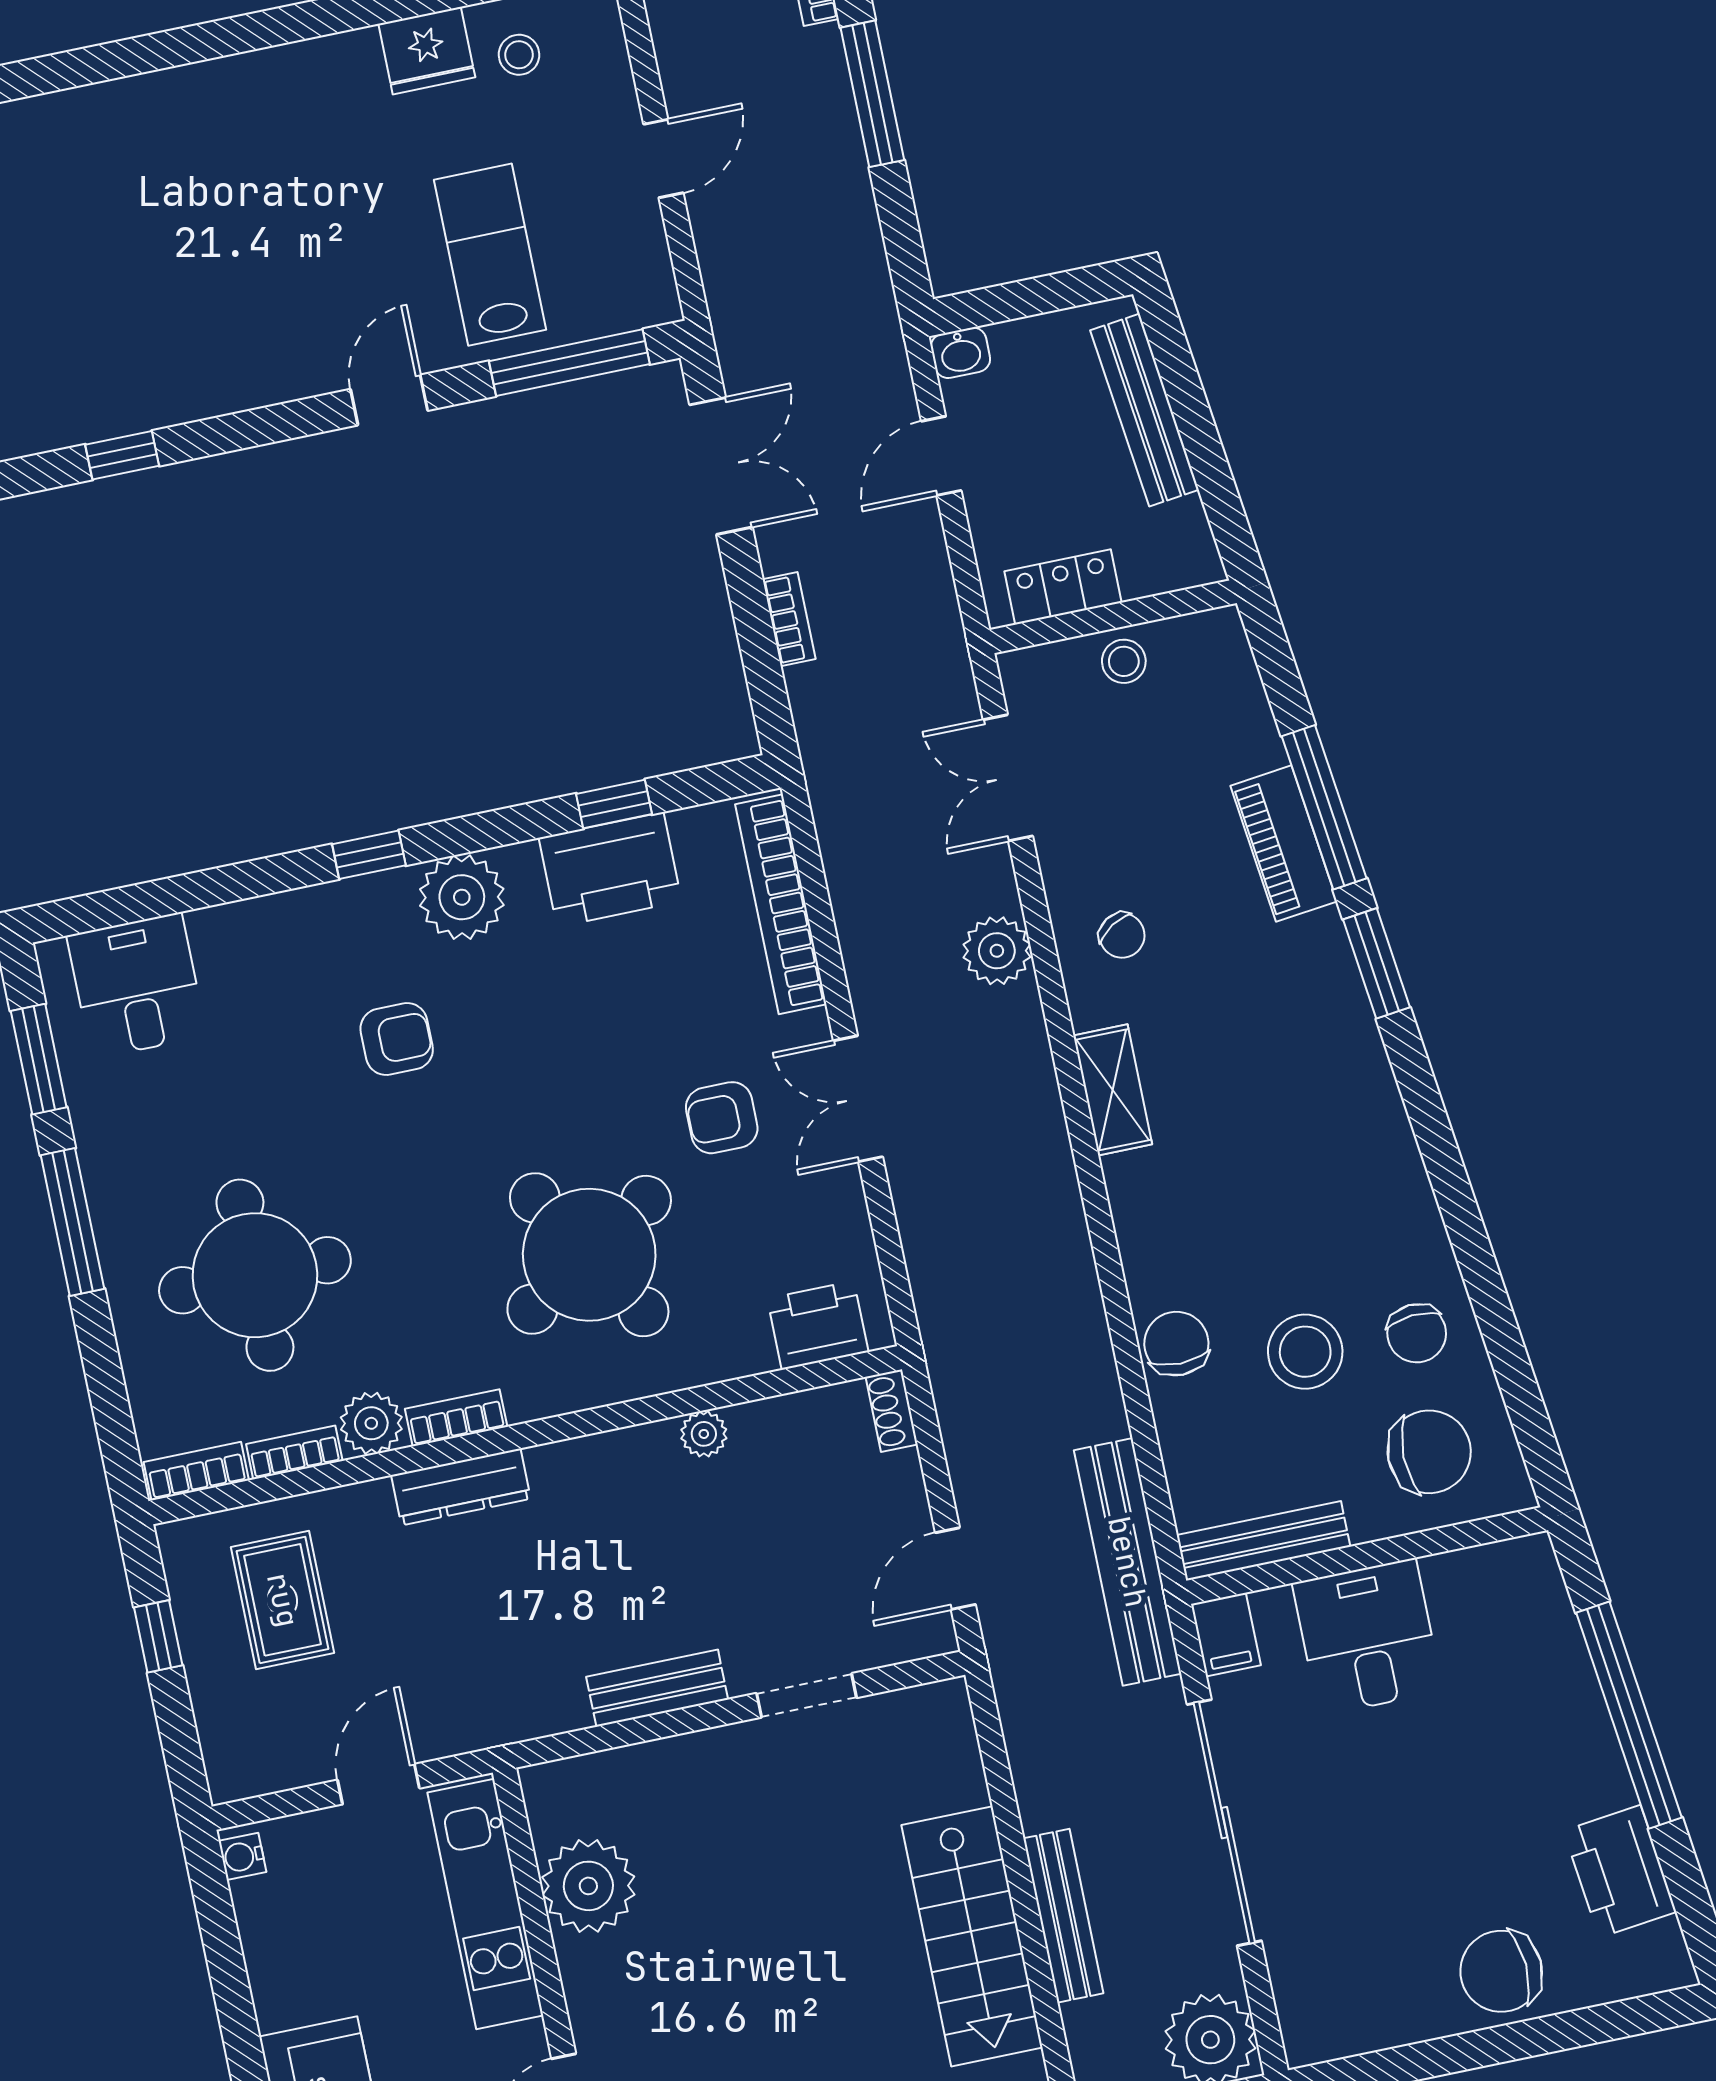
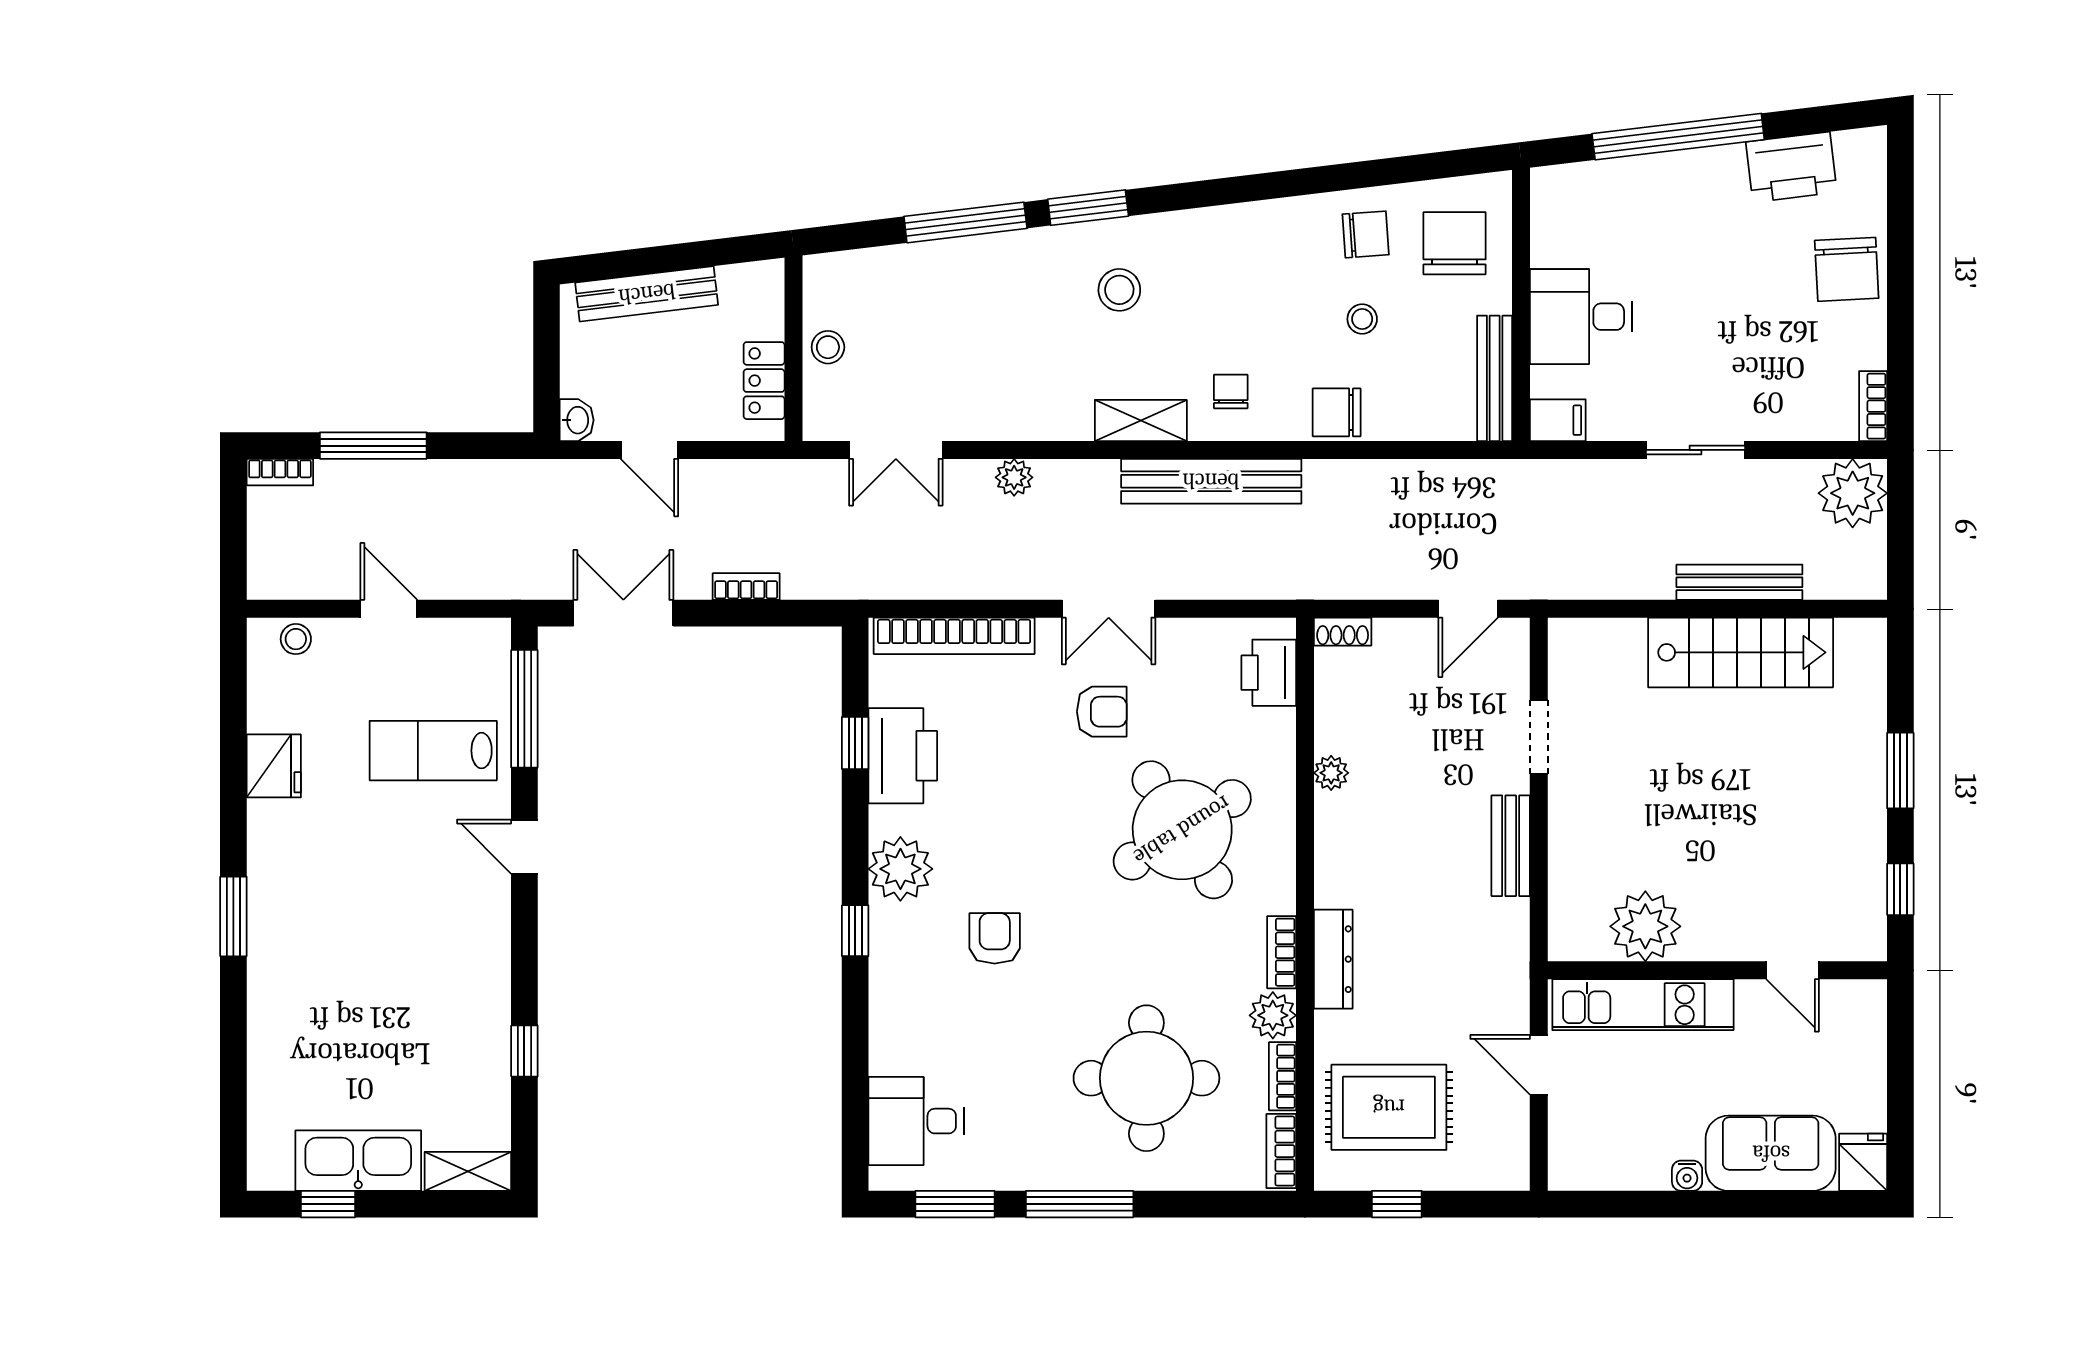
window: (219, 39) -> (233, 916), added
stool: (519, 55) -> (296, 639), moved
piano: (1284, 844) -> (986, 258), removed
chair: (1122, 935) -> (1231, 391), moved, turned -58
plant: (997, 951) -> (1014, 477), width x0.73, depth x0.73
stool: (1278, 1027) -> (1119, 290), added
armchair: (722, 1118) -> (1102, 712), turned -90
stool: (1305, 1352) -> (1362, 319), width x0.53, depth x0.53
bench: (1128, 1562) -> (1211, 481), moved
door: (955, 1569) -> (1468, 609), hinge flipped
rug: (283, 1600) -> (1389, 1107), width x1.36, depth x1.43
sliding door: (1224, 1823) -> (1696, 450), width x0.54
water cooler: (242, 1856) -> (1687, 1176), moved
bookcase: (1330, 2043) -> (1873, 406), added

